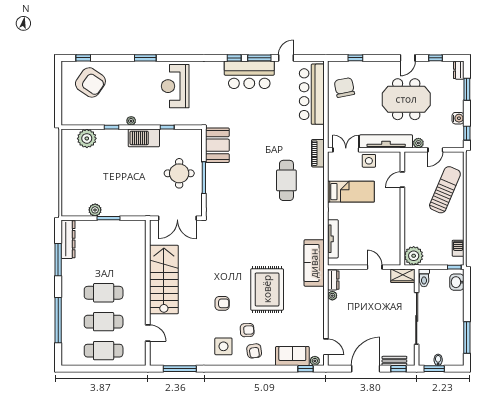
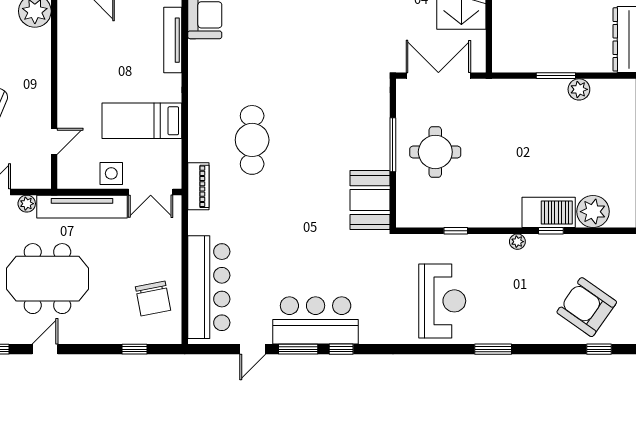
barbecue: (144, 138) -> (549, 212), moved

